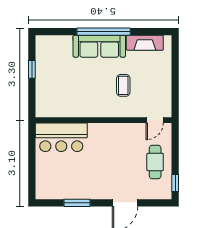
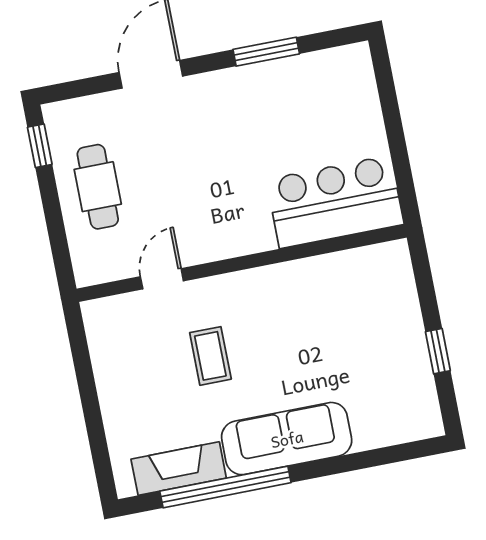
window: (104, 32) -> (225, 487), moved
door: (155, 120) -> (162, 279), moved

